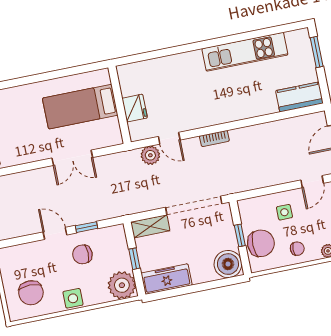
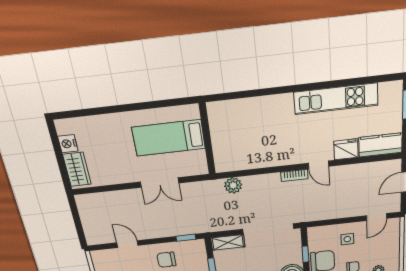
fridge: (135, 108) -> (346, 149), moved, turned -90
door: (169, 138) -> (319, 165), moved
window: (87, 227) -> (186, 238), moved
door: (55, 233) -> (127, 244), moved

